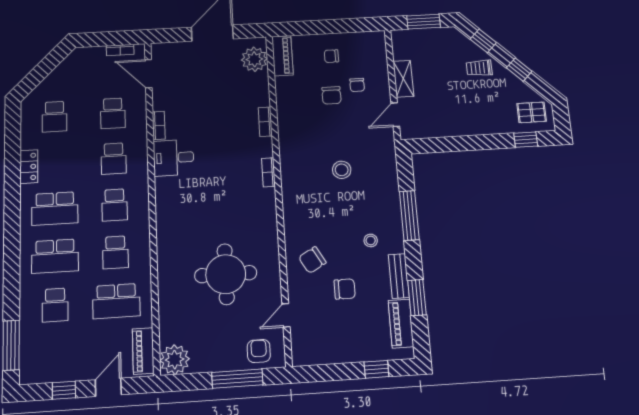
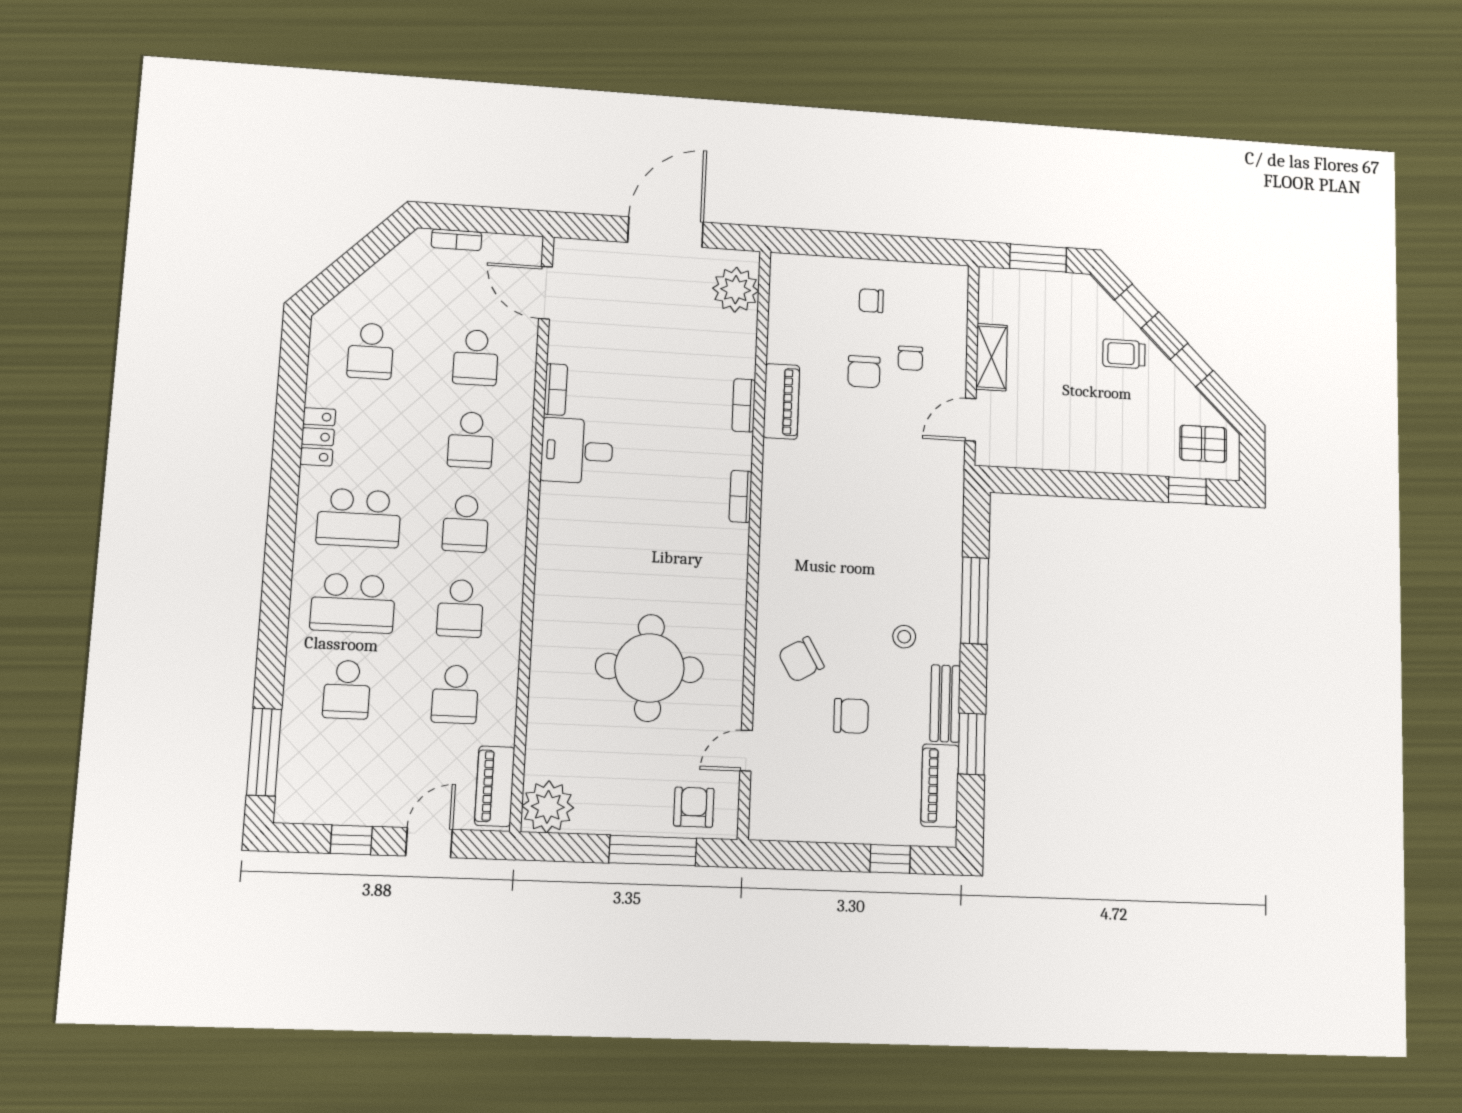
bookcase: (120, 50) -> (456, 240), moved
piano: (282, 56) -> (781, 401), moved
stool: (342, 170) -> (868, 507), removed
school desk: (116, 301) -> (455, 694), width x0.54

